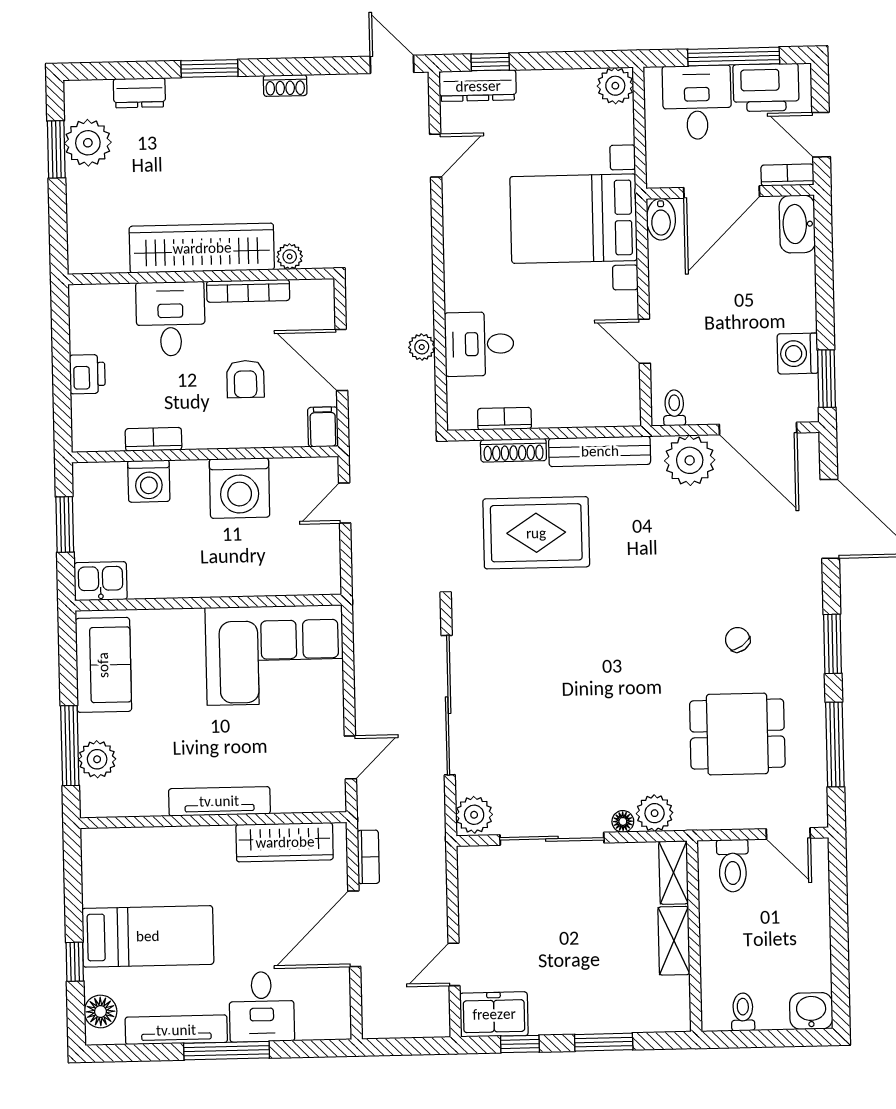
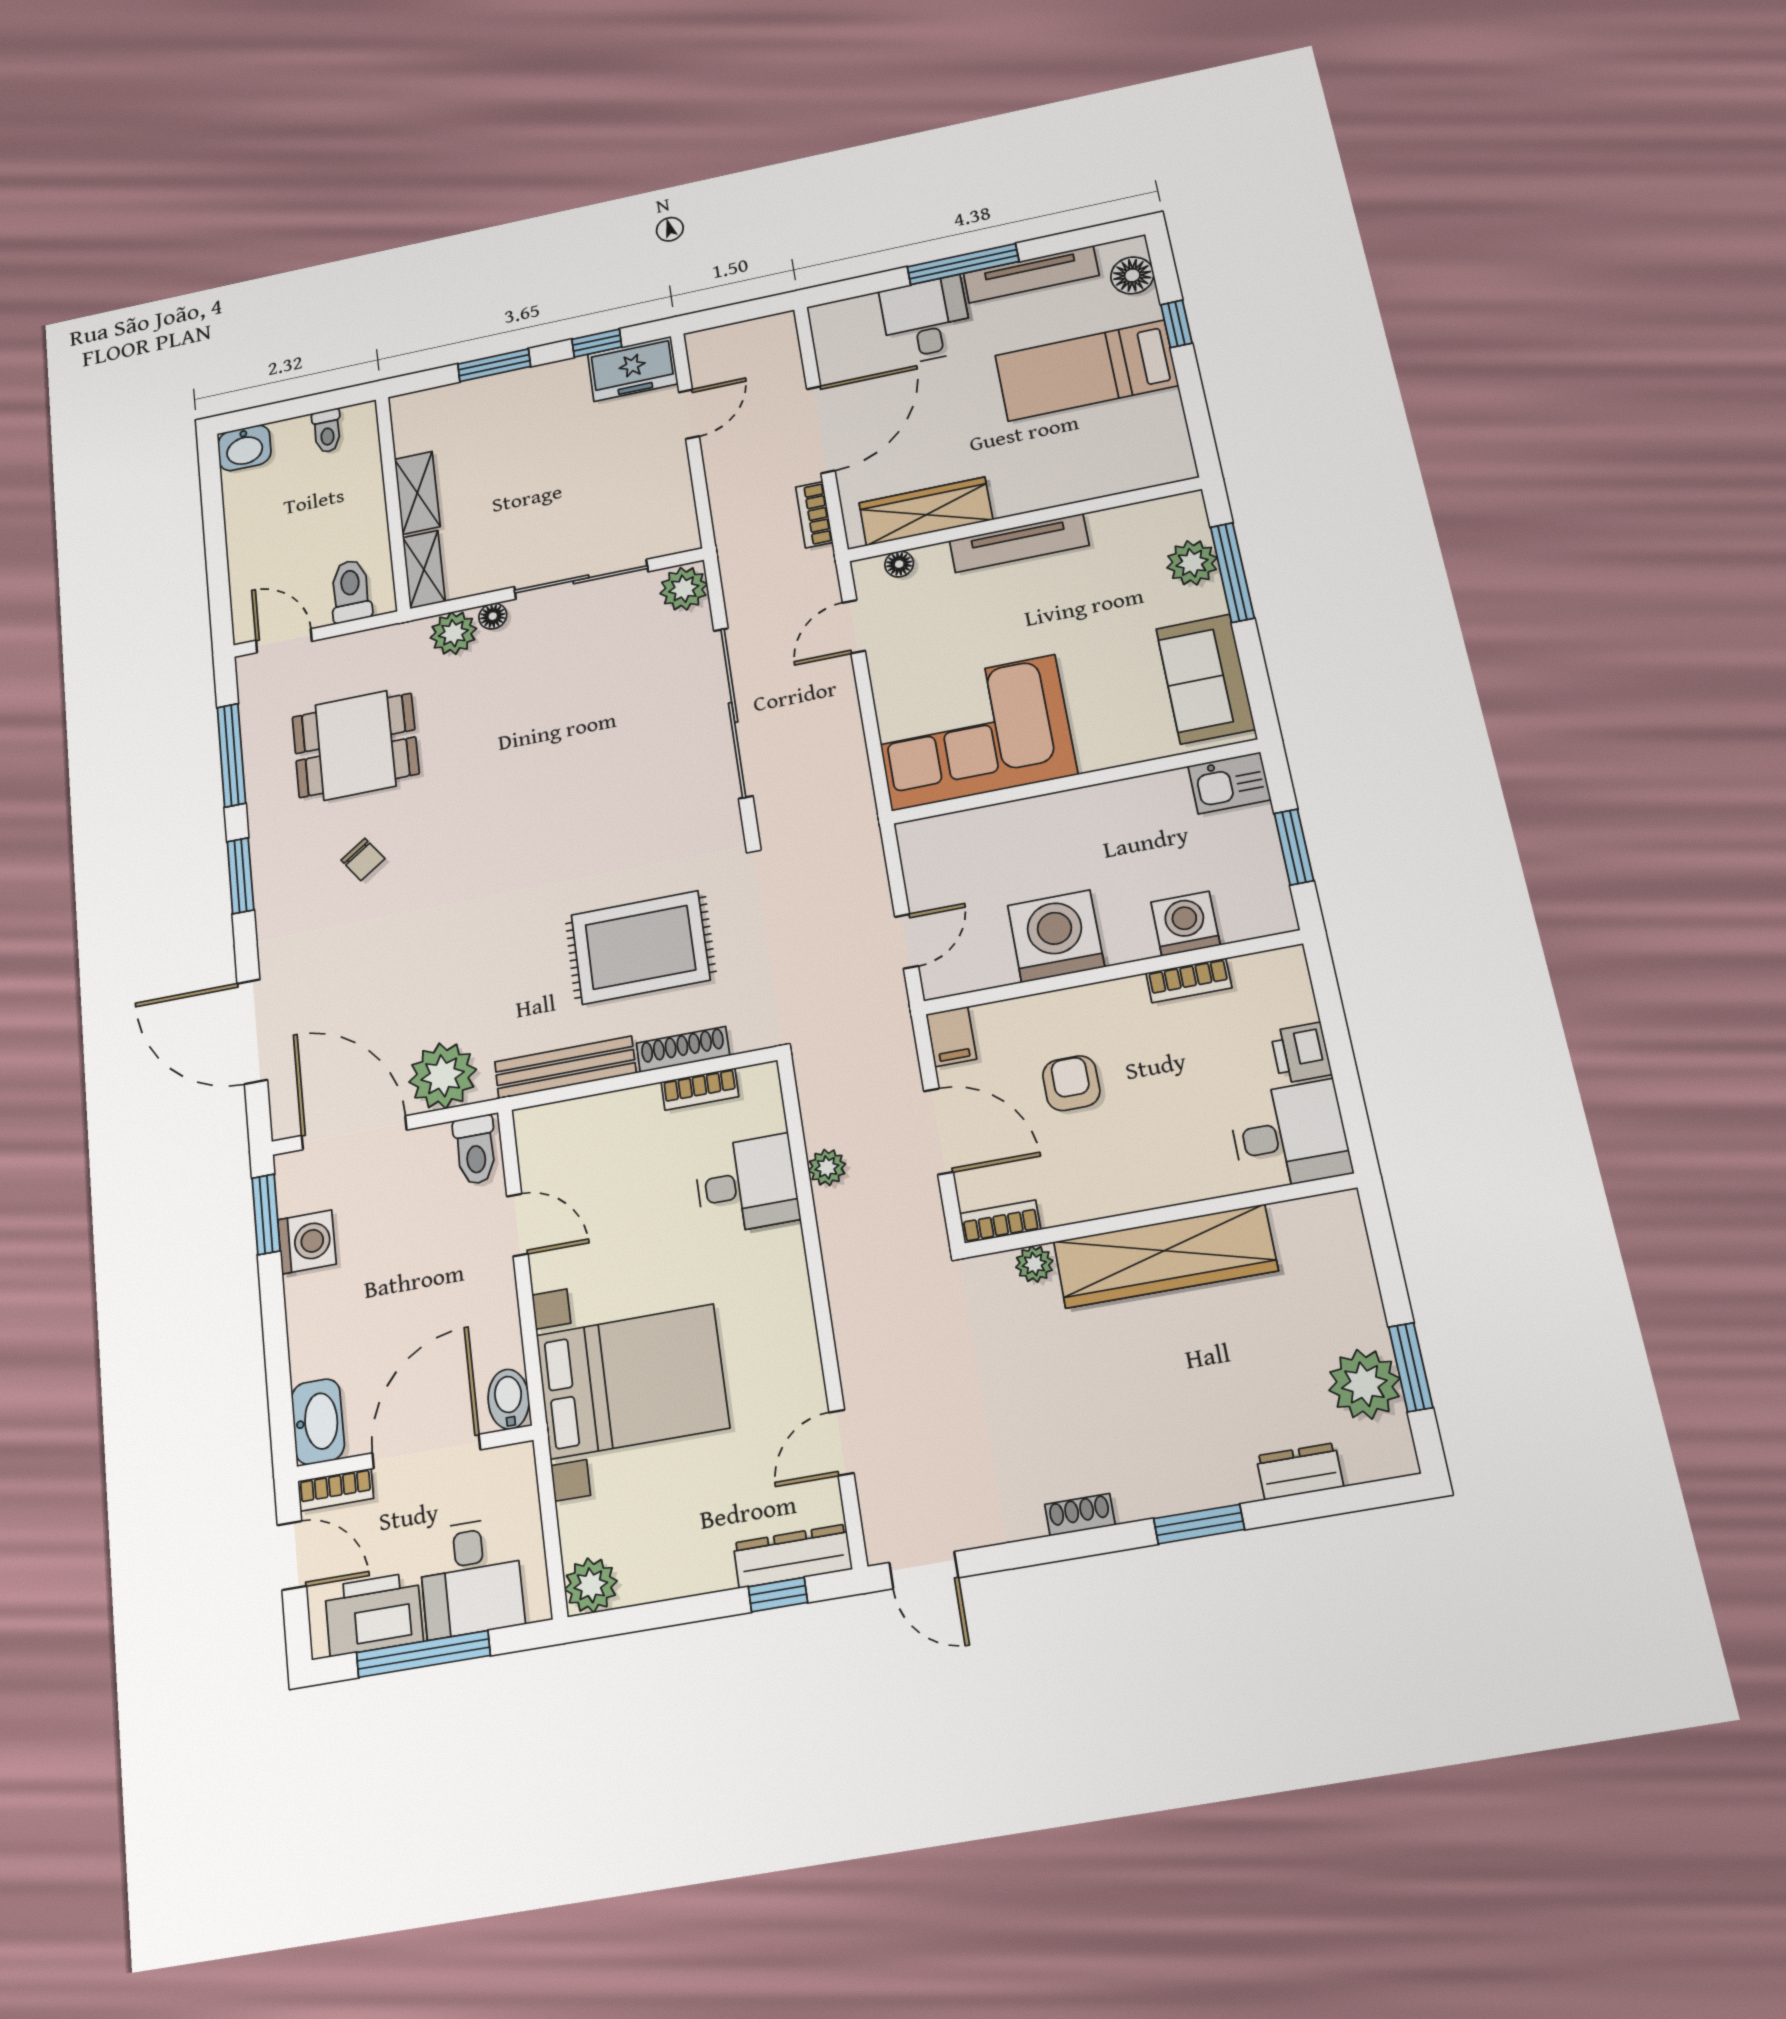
bookcase: (248, 291) -> (1000, 1222), moved, width x0.64
desk: (171, 319) -> (1290, 1135), moved, turned -90
toilet: (674, 408) -> (475, 1150), width x1.37, depth x1.39
floor lamp: (310, 802) -> (899, 564), added

